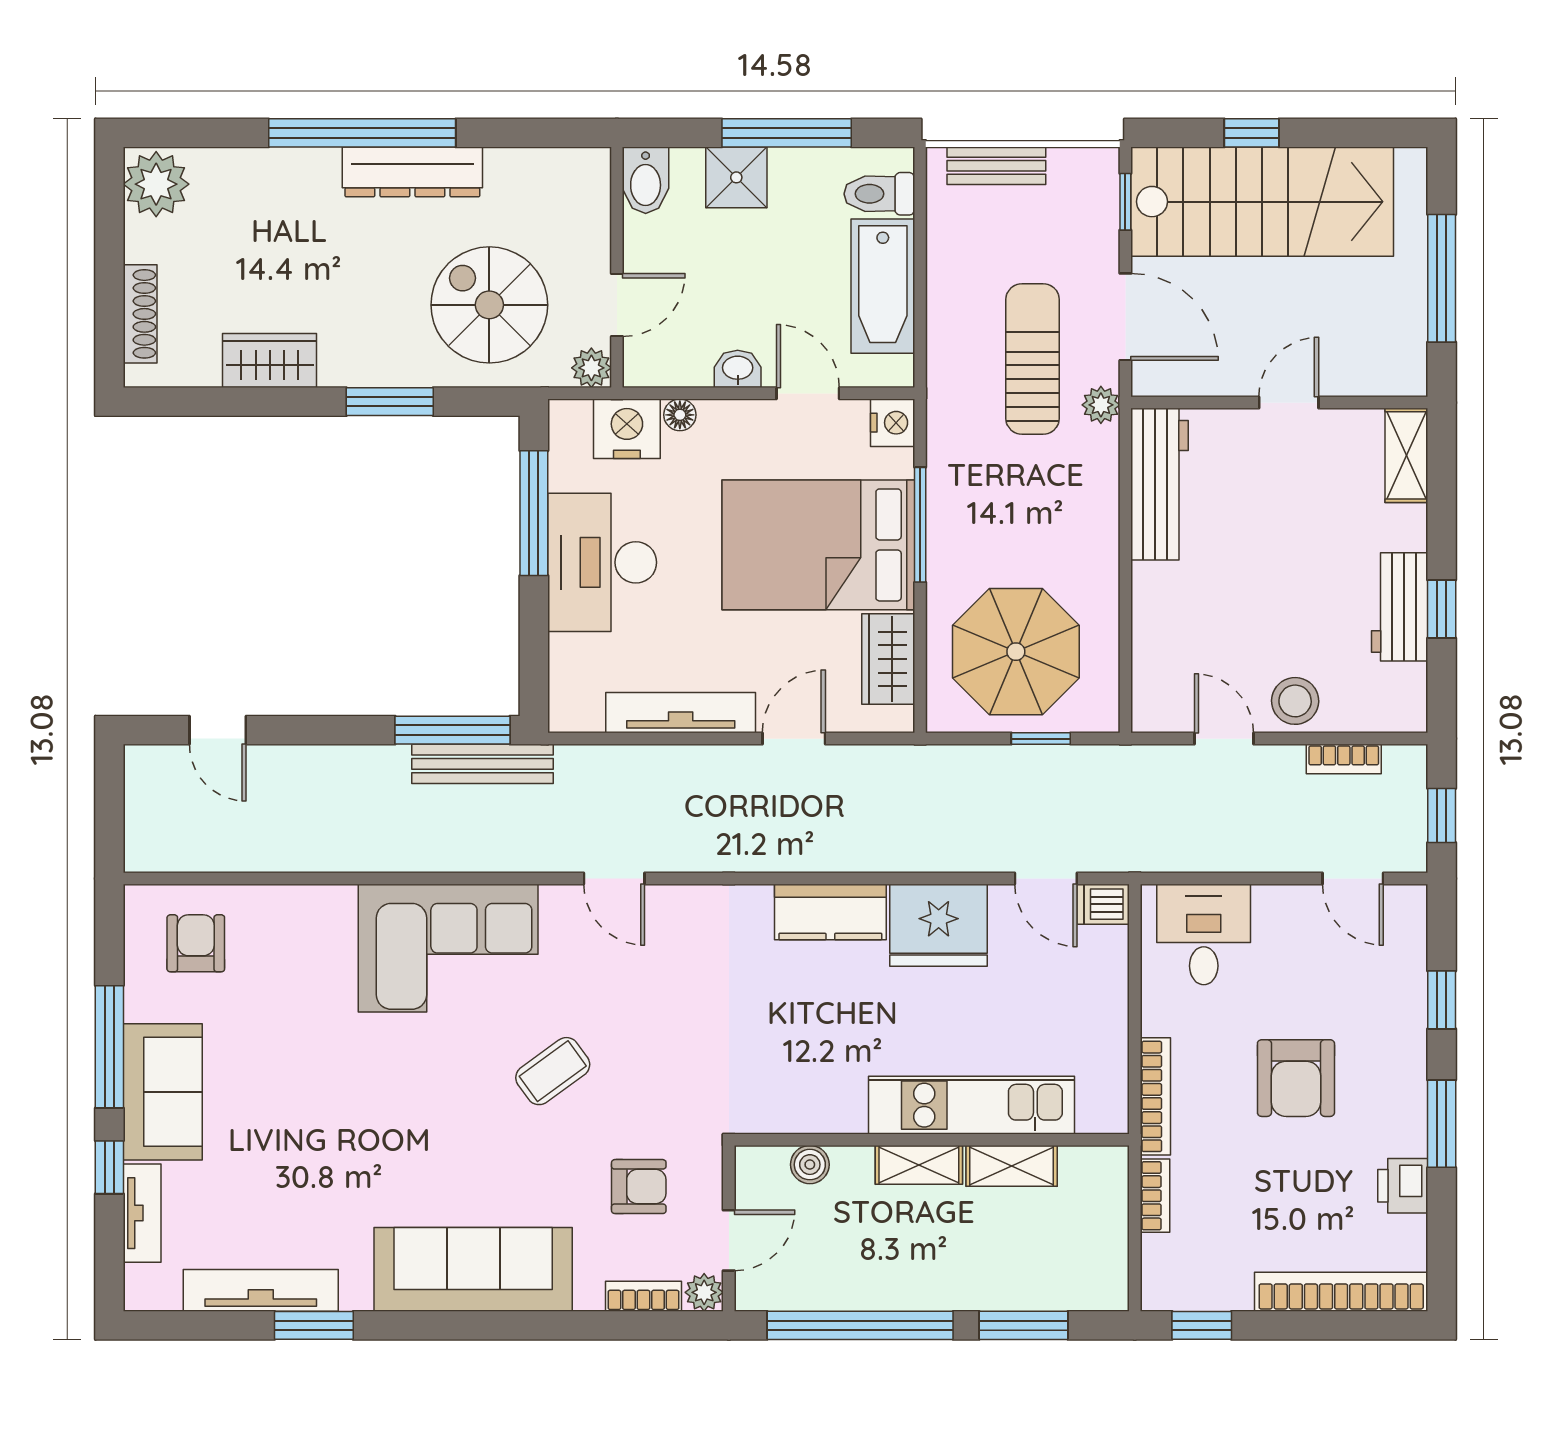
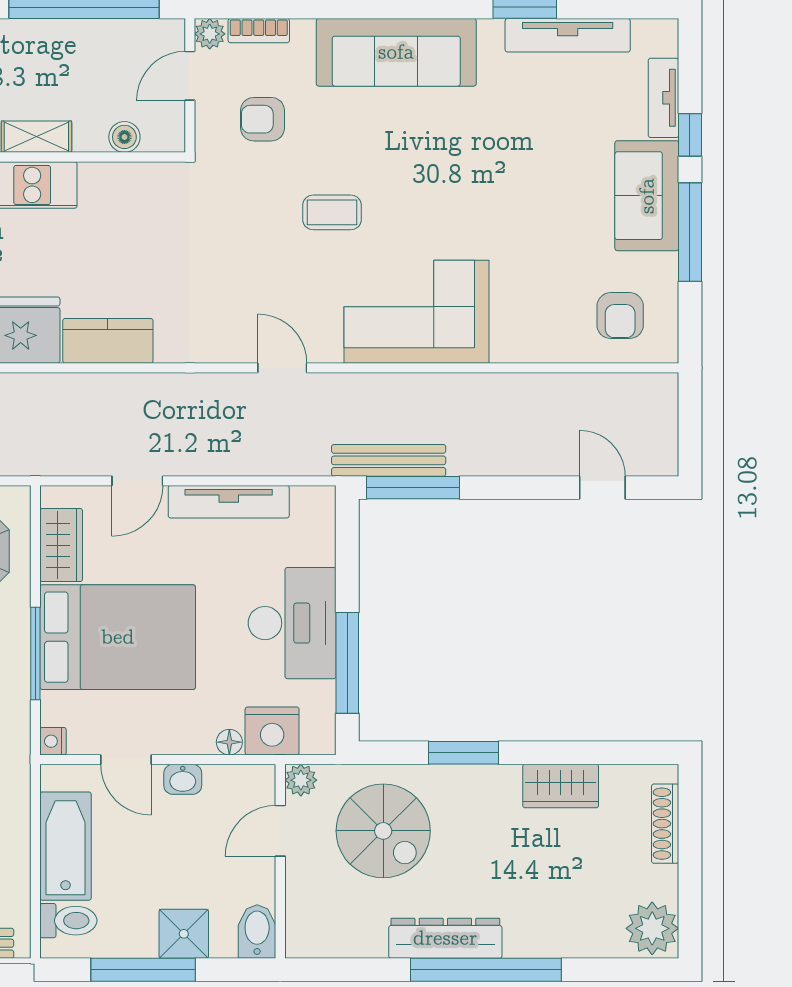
nightstand: (893, 423) -> (53, 741), width x0.72, depth x0.74
coffee table: (553, 1071) -> (332, 212), turned 36

